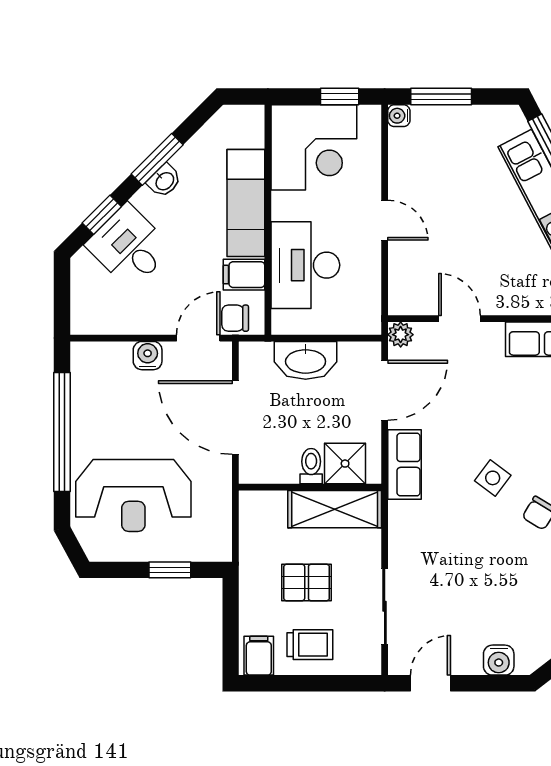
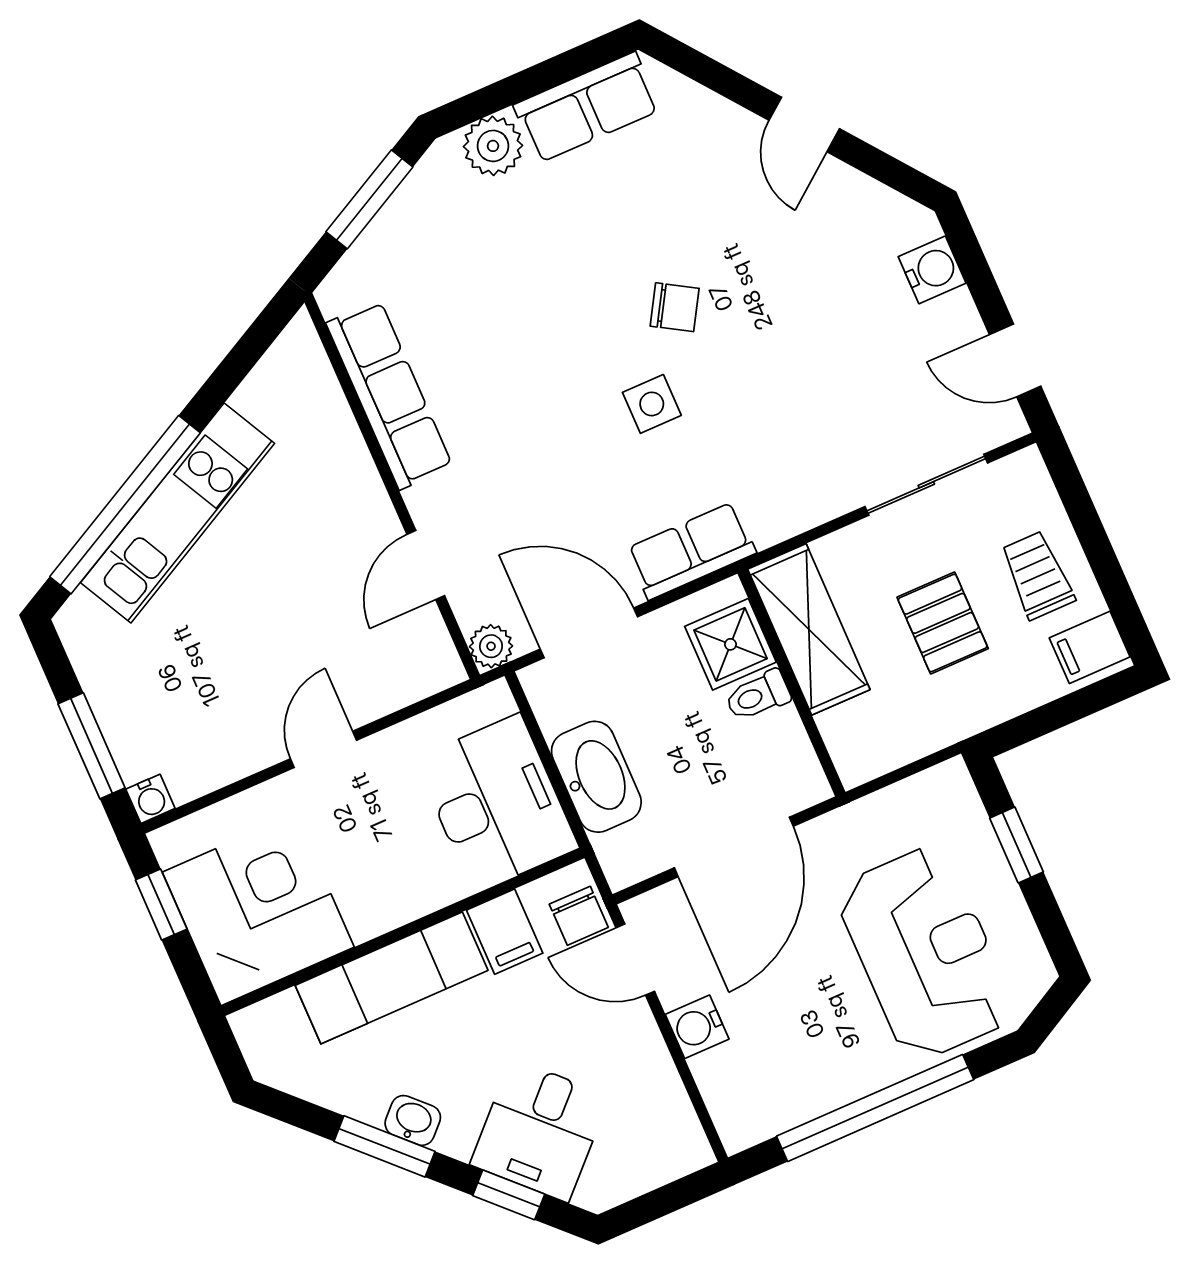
desk: (305, 265) -> (497, 803), moved, turned -90
side table: (493, 478) -> (652, 404), turned -37

